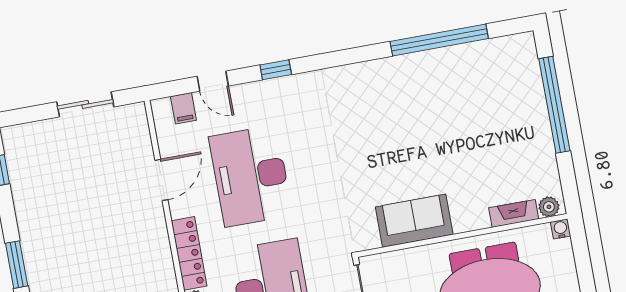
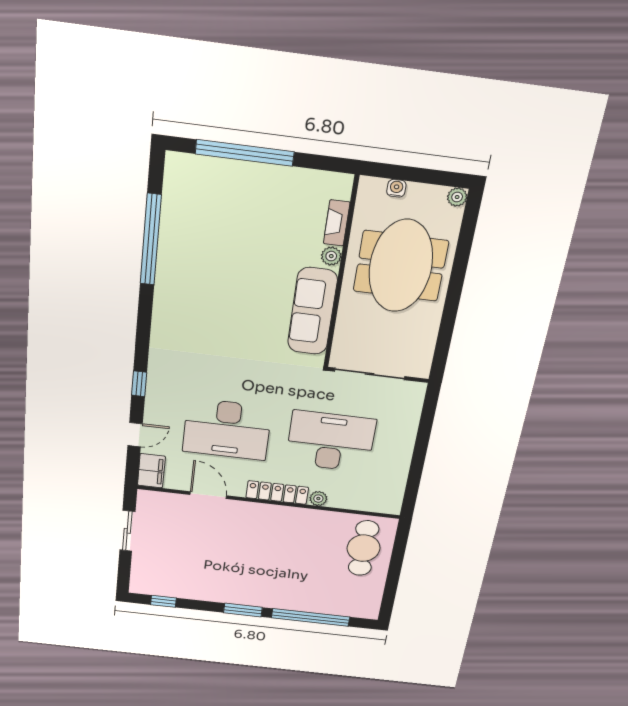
filing cabinet: (183, 108) -> (151, 471), width x2.00
plant: (549, 207) -> (331, 256), moved
sofa: (414, 221) -> (312, 311), width x1.36
water cooler: (561, 229) -> (396, 188), moved, turned 90

